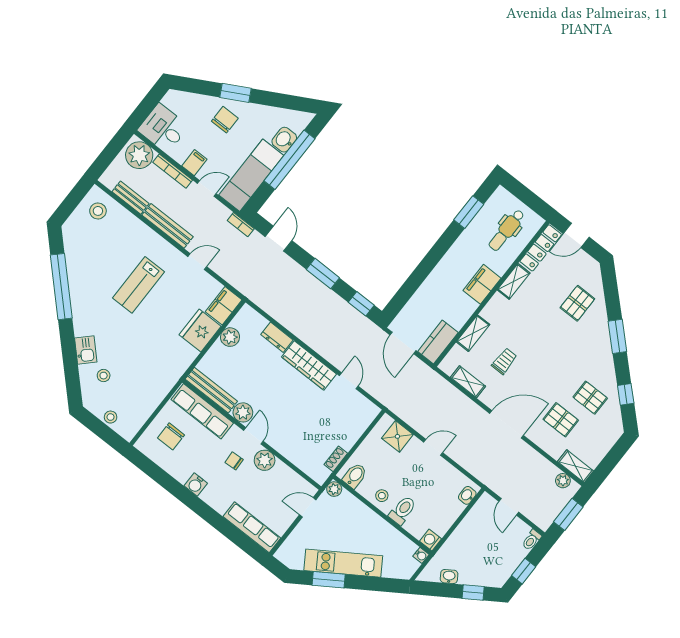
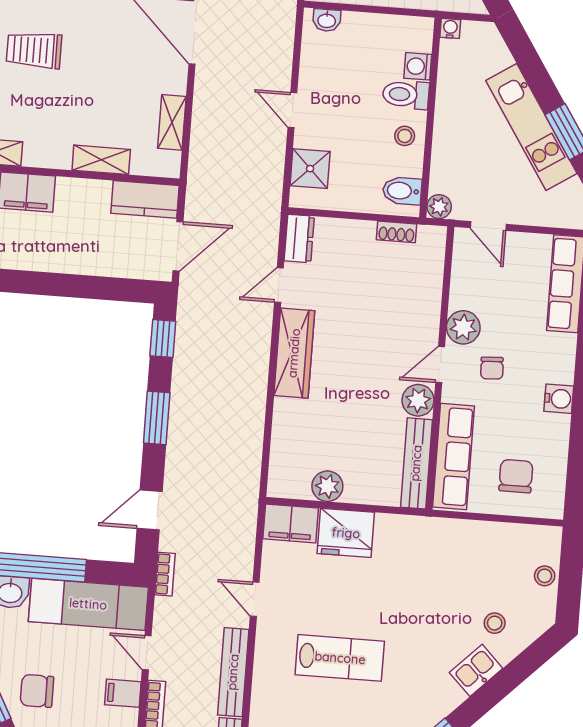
dresser: (277, 337) -> (299, 239), moved
trolley: (504, 361) -> (34, 50), moved, width x1.36, depth x1.39
chair: (171, 436) -> (516, 476), turned -90
washing machine: (431, 540) -> (418, 66), moved, turned 90

